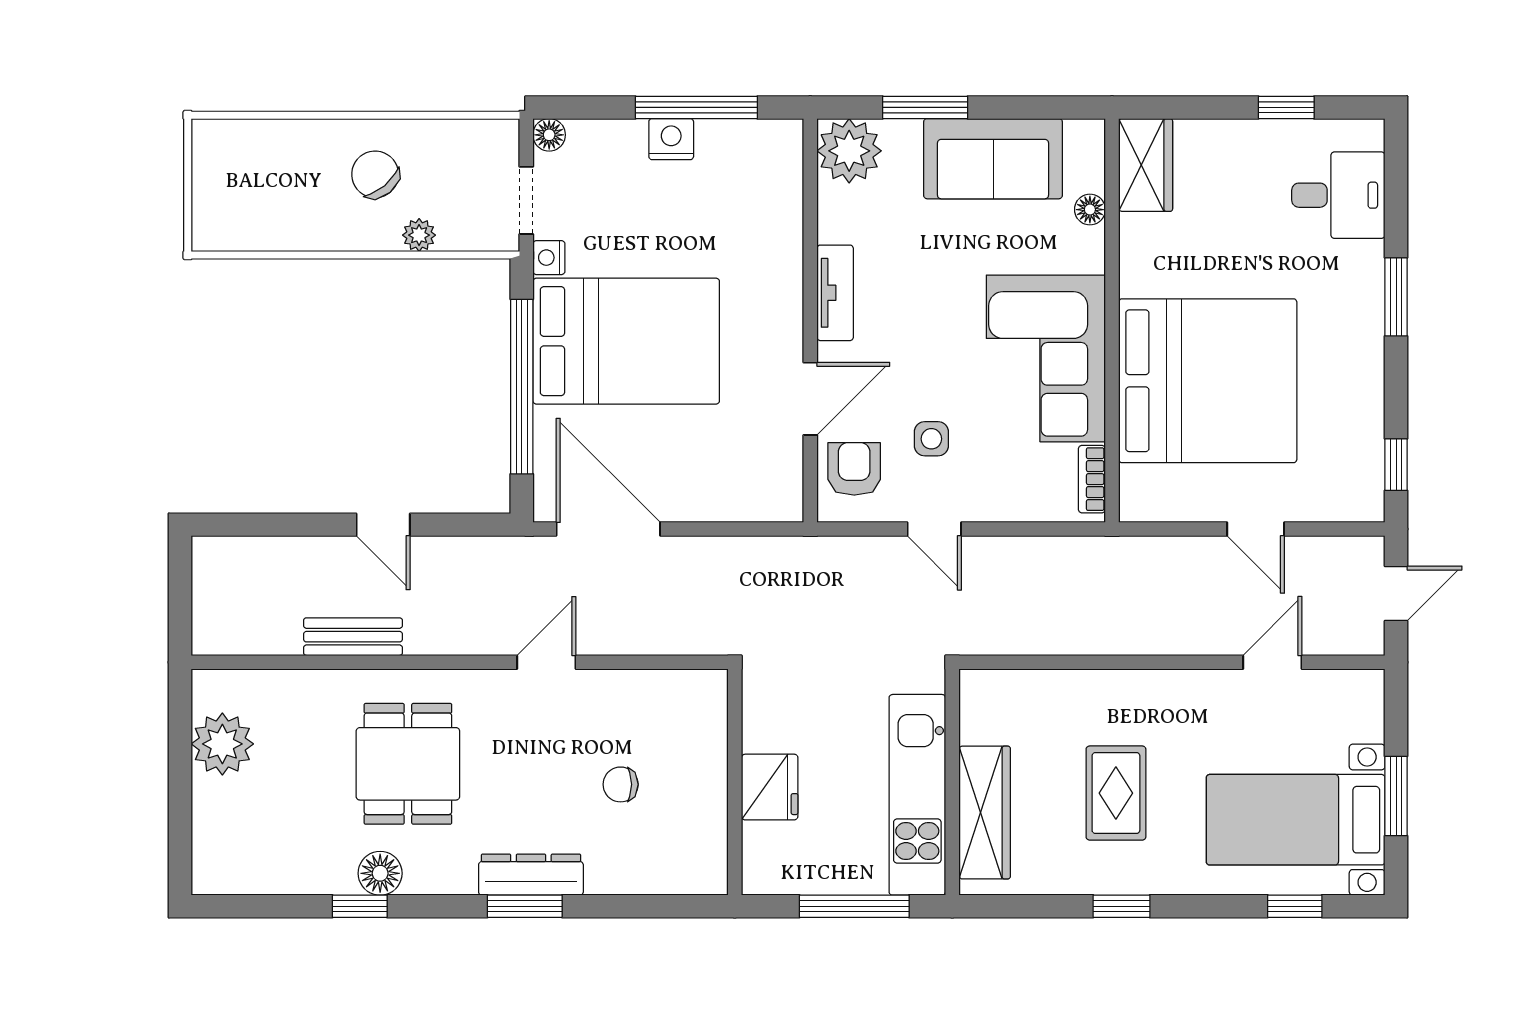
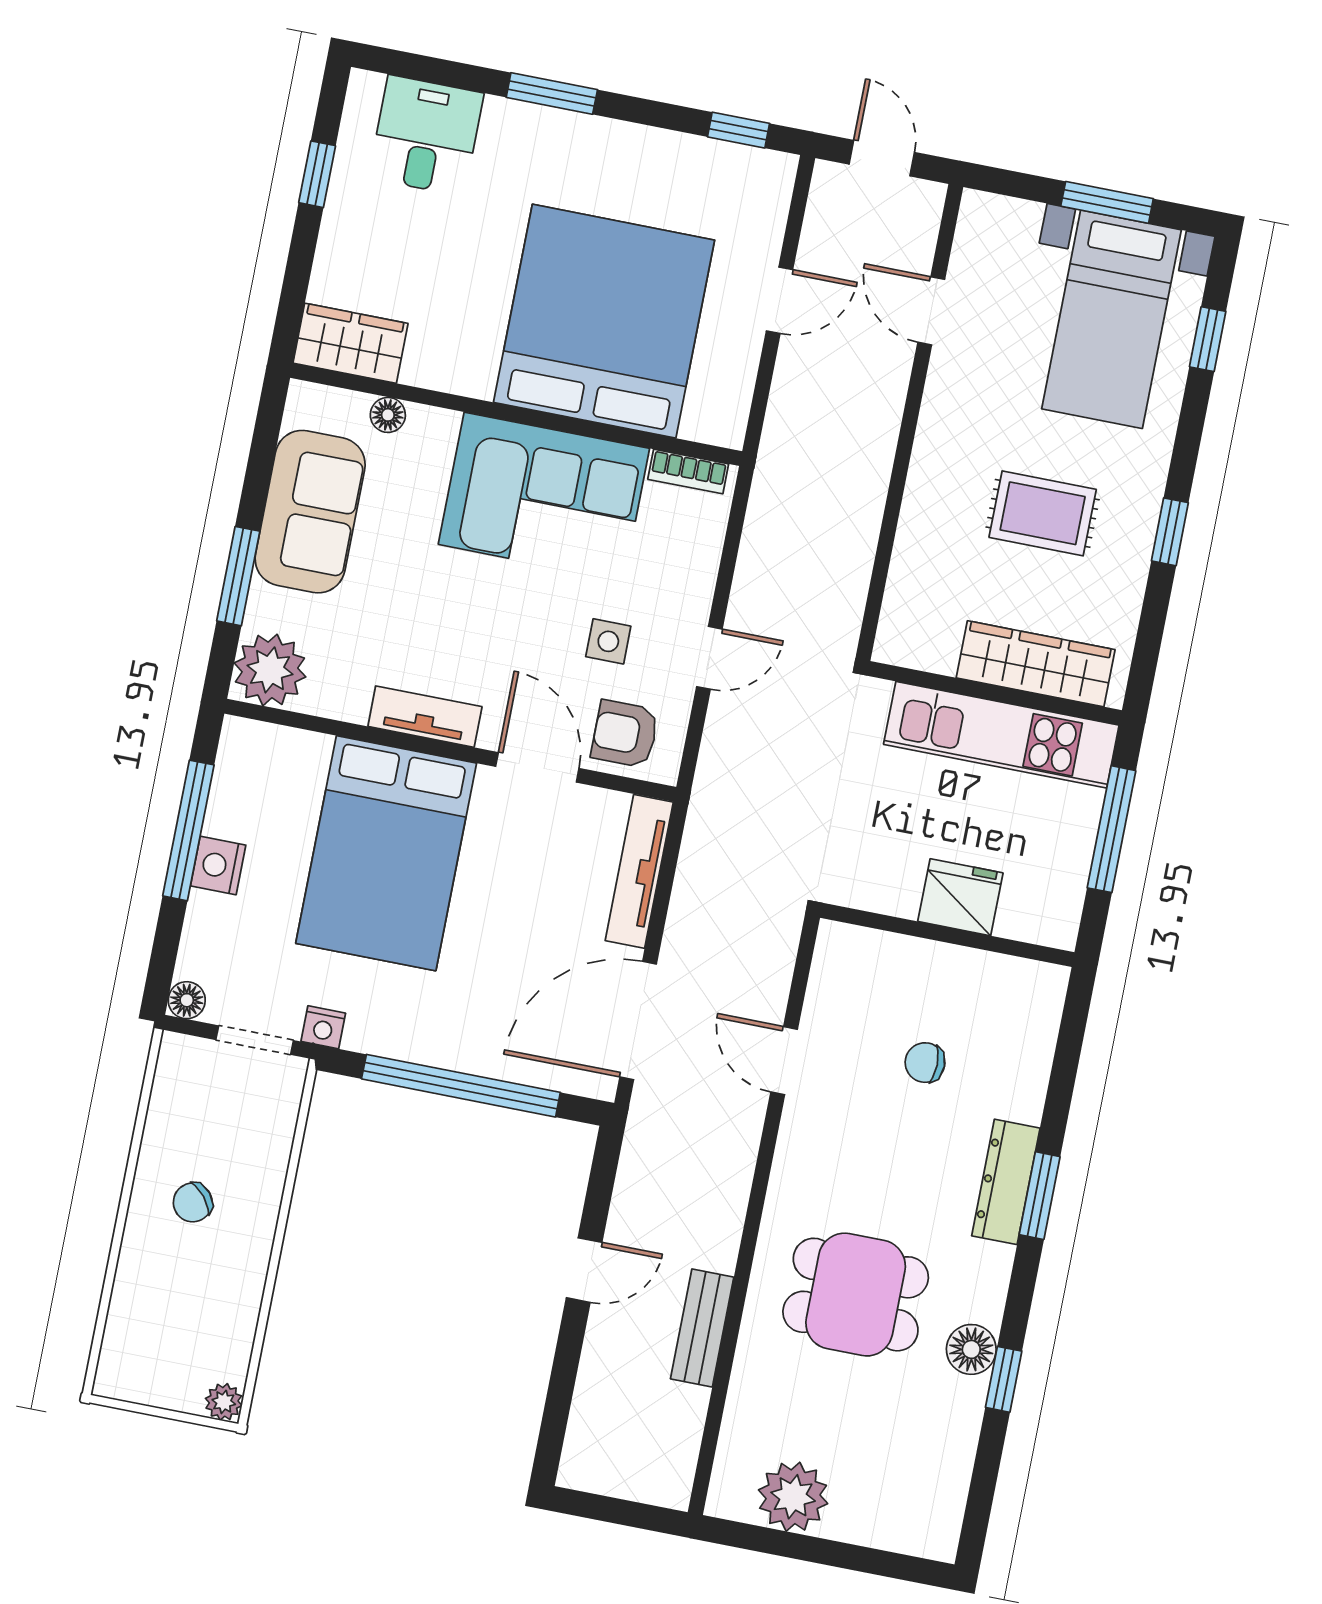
chair: (375, 174) -> (193, 1202), width x0.73, depth x0.73
plant: (419, 235) -> (224, 1402), moved
bed: (626, 341) -> (386, 853), moved, turned 180
tv unit: (738, 505) -> (639, 871), added
door: (546, 662) -> (784, 1061), moved
chair: (621, 784) -> (925, 1063), turned 90

